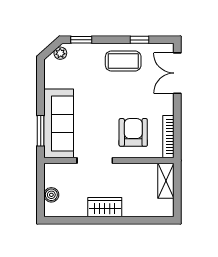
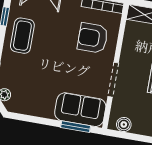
sofa: (59, 123) -> (80, 110), width x0.73
boiler: (51, 195) -> (124, 124), moved

